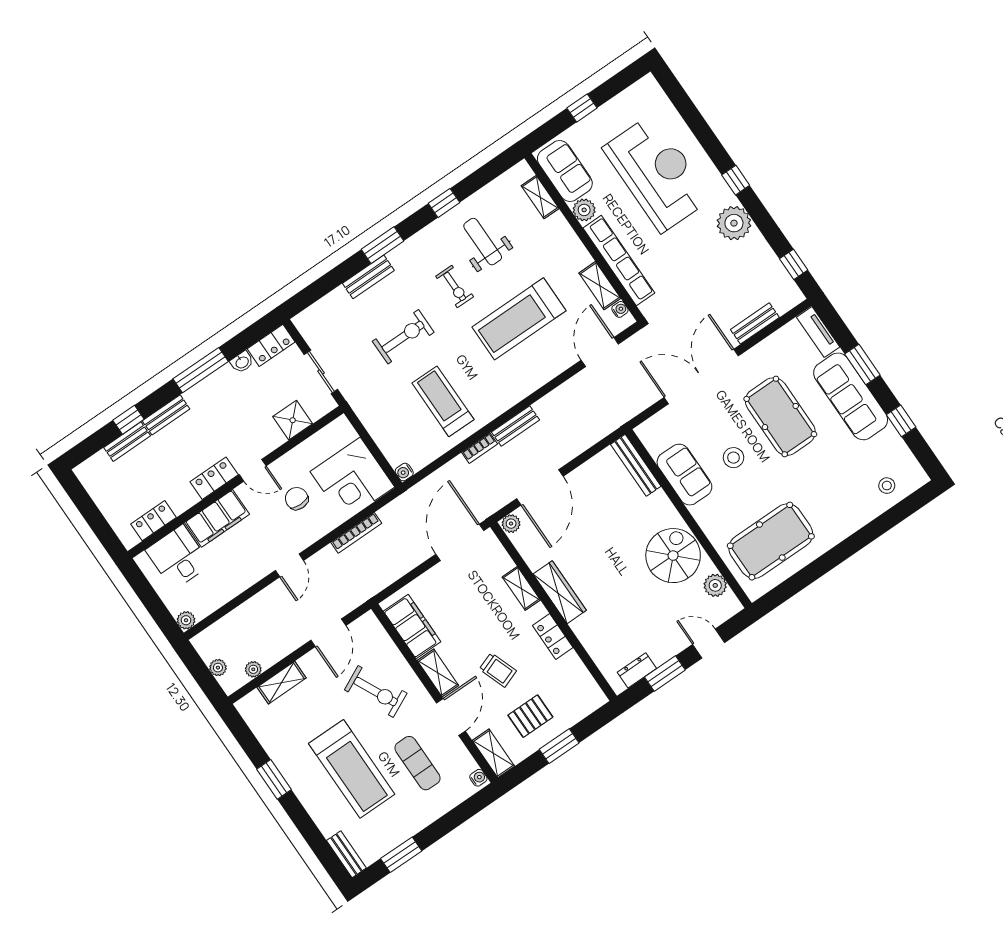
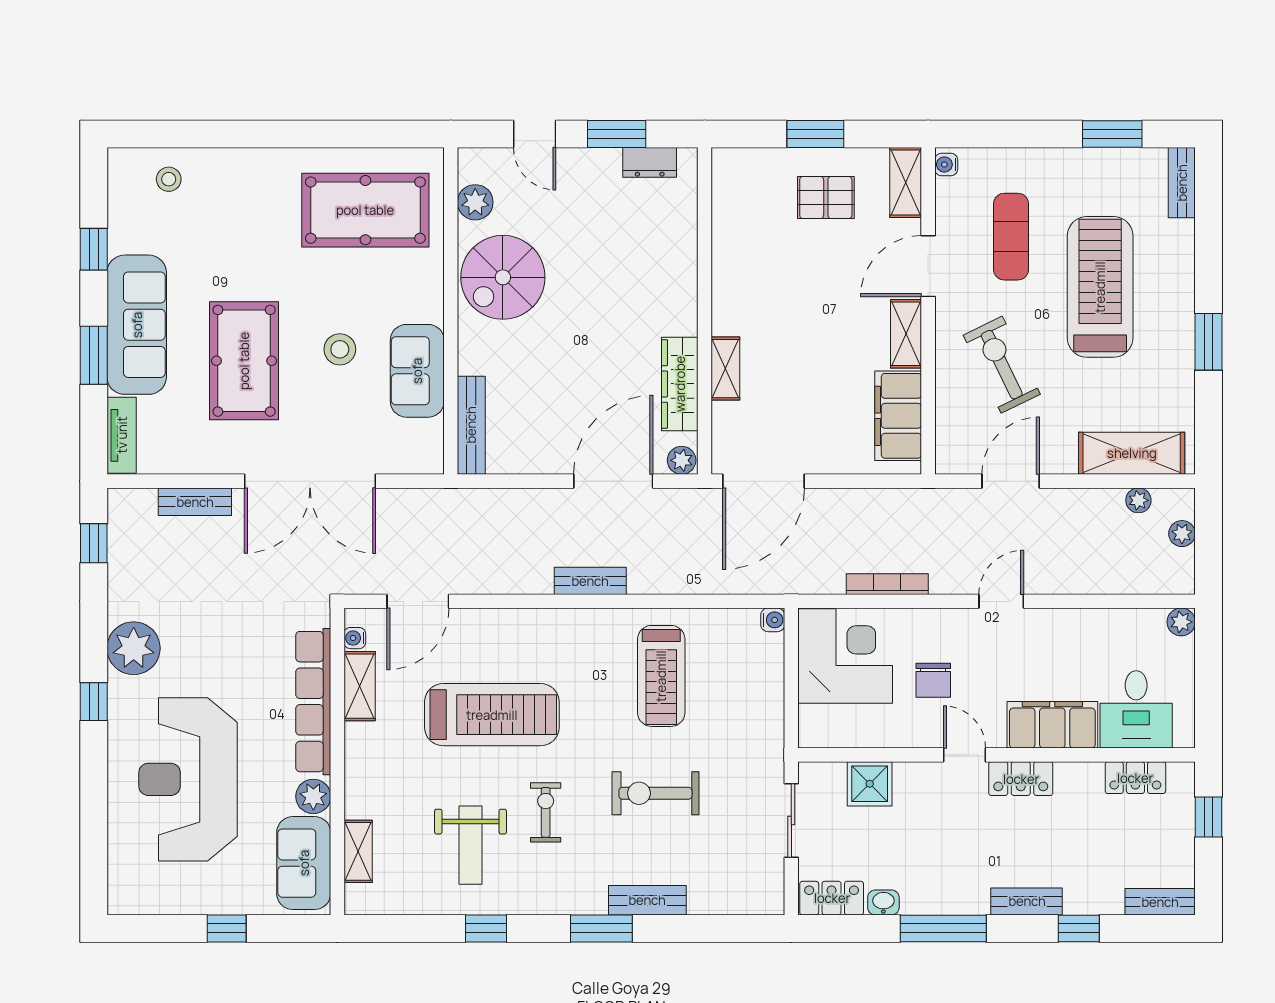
bench: (127, 442) -> (1160, 902), moved
bookcase: (480, 448) -> (655, 584), removed
window: (100, 526) -> (1209, 817), added
wardrobe: (560, 592) -> (680, 384), moved
locker: (553, 637) -> (727, 280), removed
trolley: (498, 670) -> (827, 285), removed
shelving: (282, 683) -> (1132, 453), width x1.50, depth x1.33

